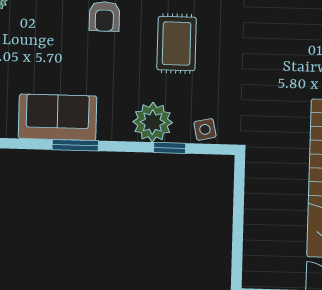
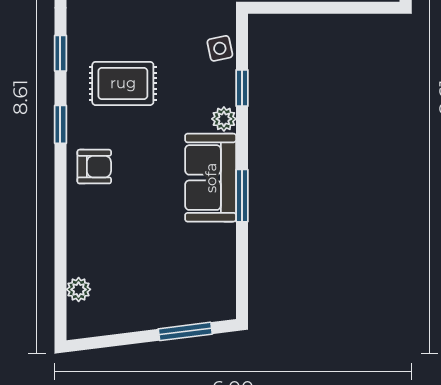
sofa: (58, 117) -> (211, 178), moved
plant: (153, 122) -> (224, 119), width x0.53, depth x0.53

